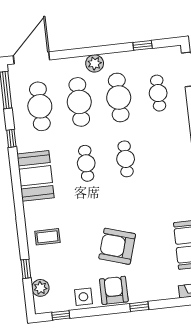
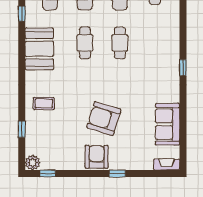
plant: (40, 288) -> (33, 163), moved
side table: (83, 297) -> (69, 159), removed

